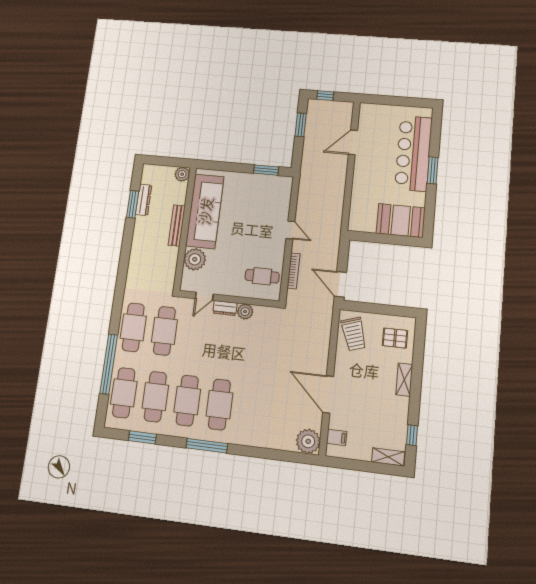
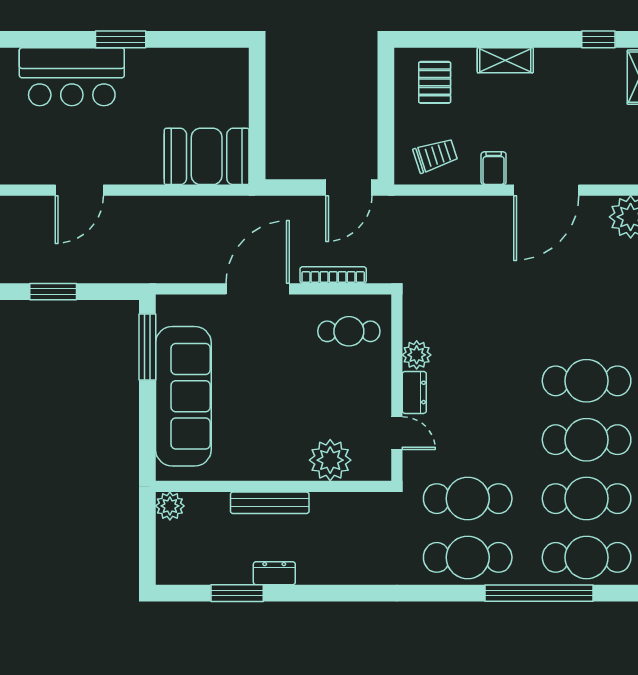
door: (353, 142) -> (79, 190), hinge flipped
bar counter: (414, 153) -> (72, 77), width x0.73
window: (266, 170) -> (147, 347), width x1.44
dresser: (144, 200) -> (274, 573), moved, width x0.70
sofa: (205, 211) -> (183, 396), moved, turned 90
booth: (401, 221) -> (207, 156), moved, turned 90
door: (290, 230) -> (258, 289), width x1.88
cafe table: (262, 276) -> (349, 331), turned 90
trolley: (354, 334) -> (435, 155), width x0.73, depth x0.72
filing cabinet: (337, 437) -> (494, 168), moved

